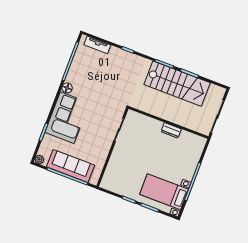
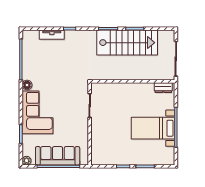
tv unit: (97, 45) -> (52, 35), moved
dresser: (171, 130) -> (163, 88), moved
bed with nightstands: (164, 192) -> (153, 128), moved

